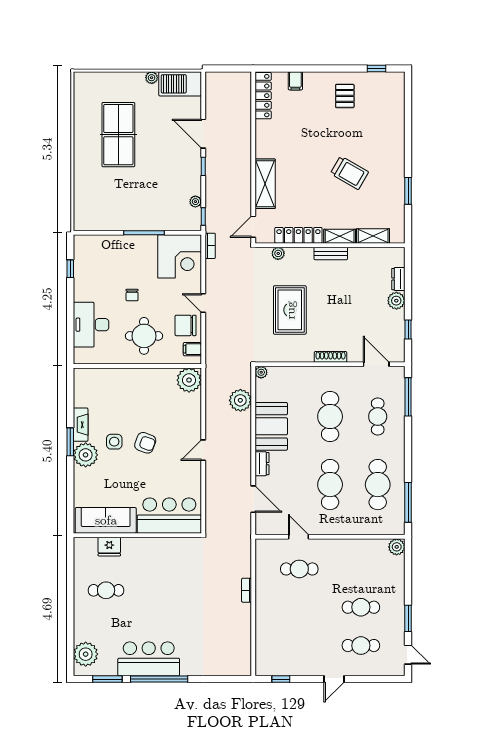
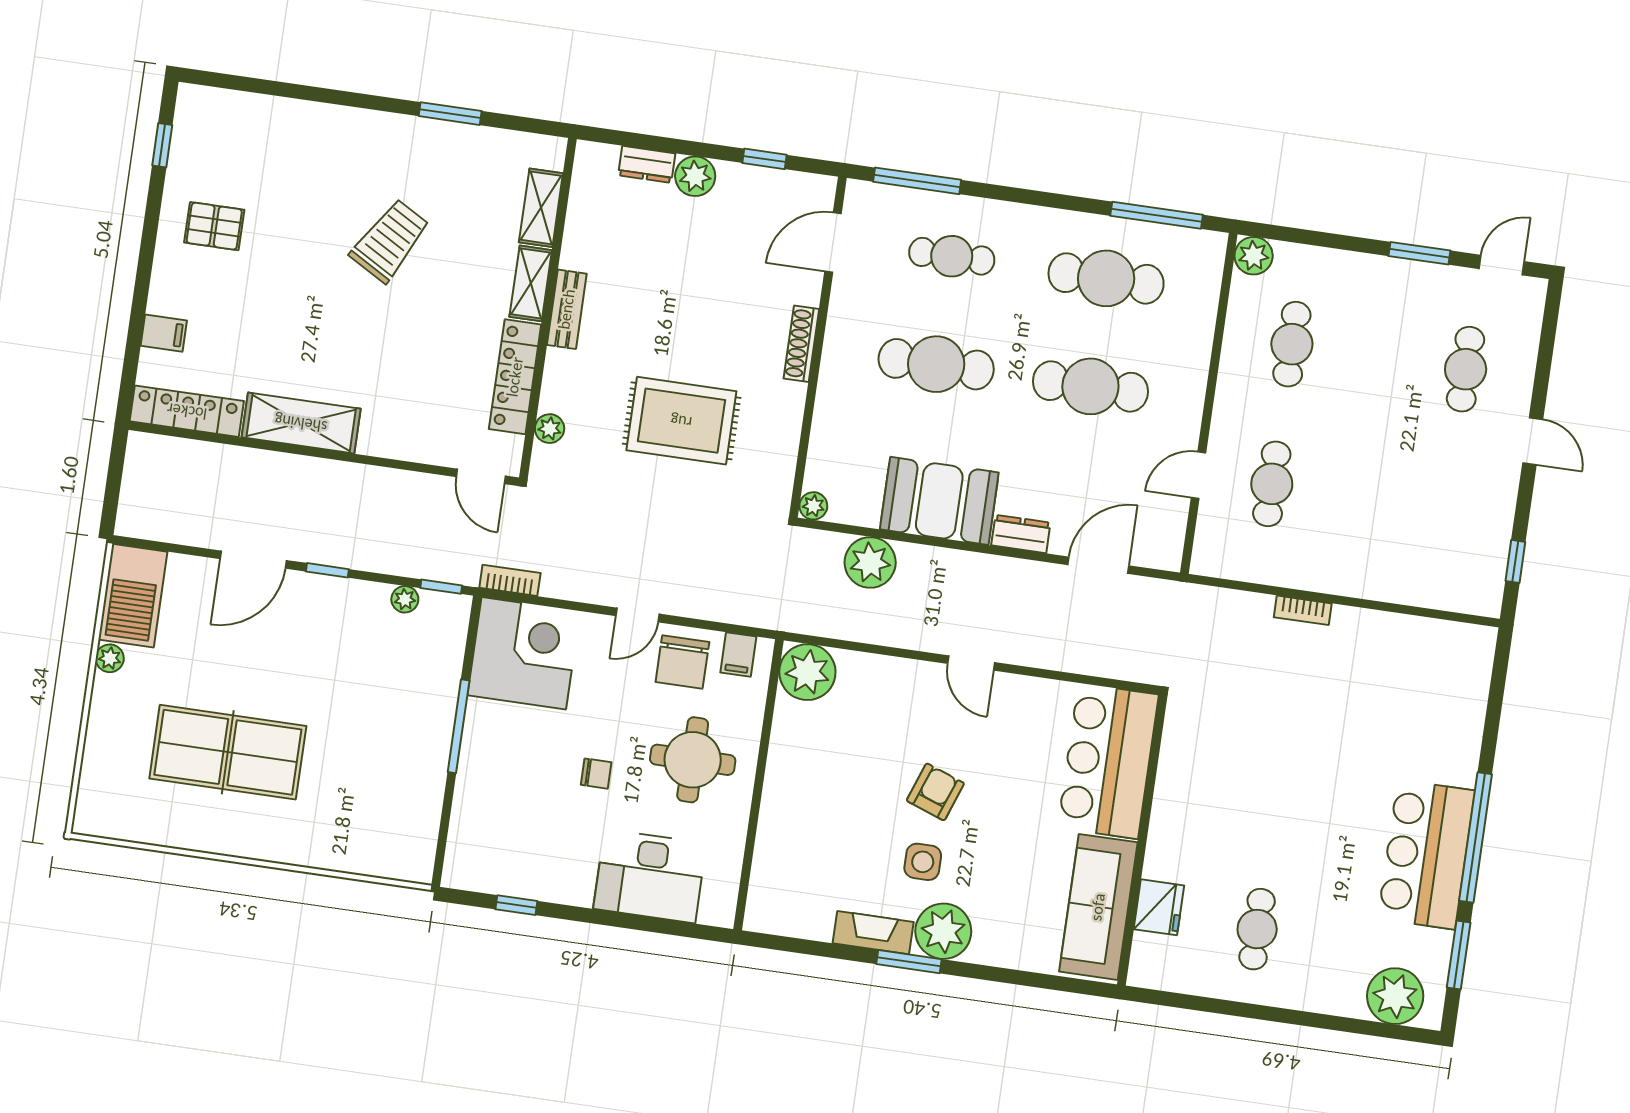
shelving: (265, 184) -> (301, 423), moved
cafe table: (361, 607) -> (1292, 344), moved

